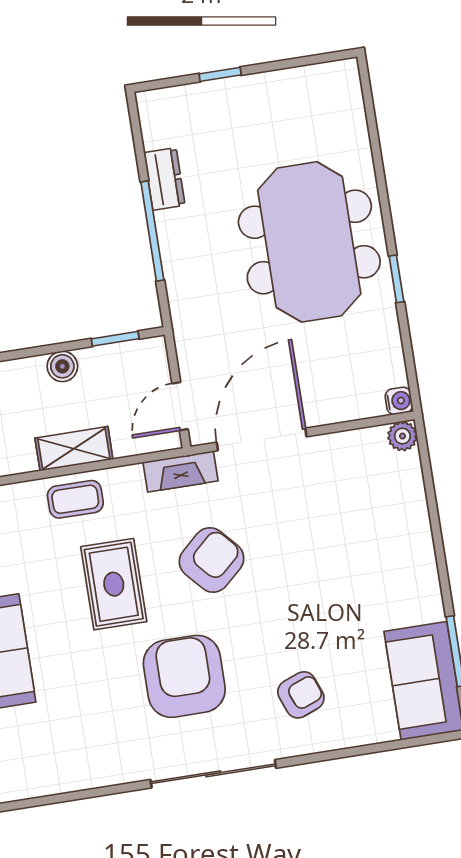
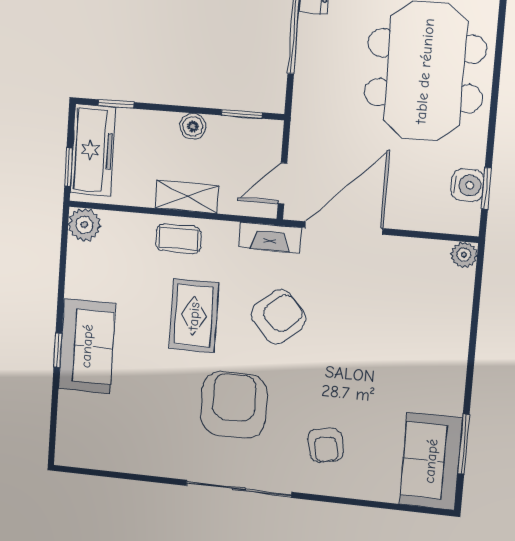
window: (396, 279) -> (486, 188), moved
water cooler: (399, 401) -> (467, 185), moved, width x1.38, depth x1.38
armchair: (301, 695) -> (326, 445), turned 100

